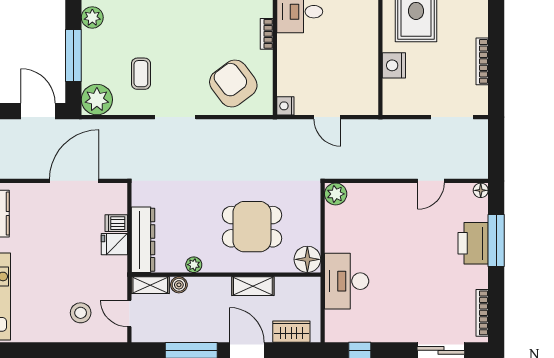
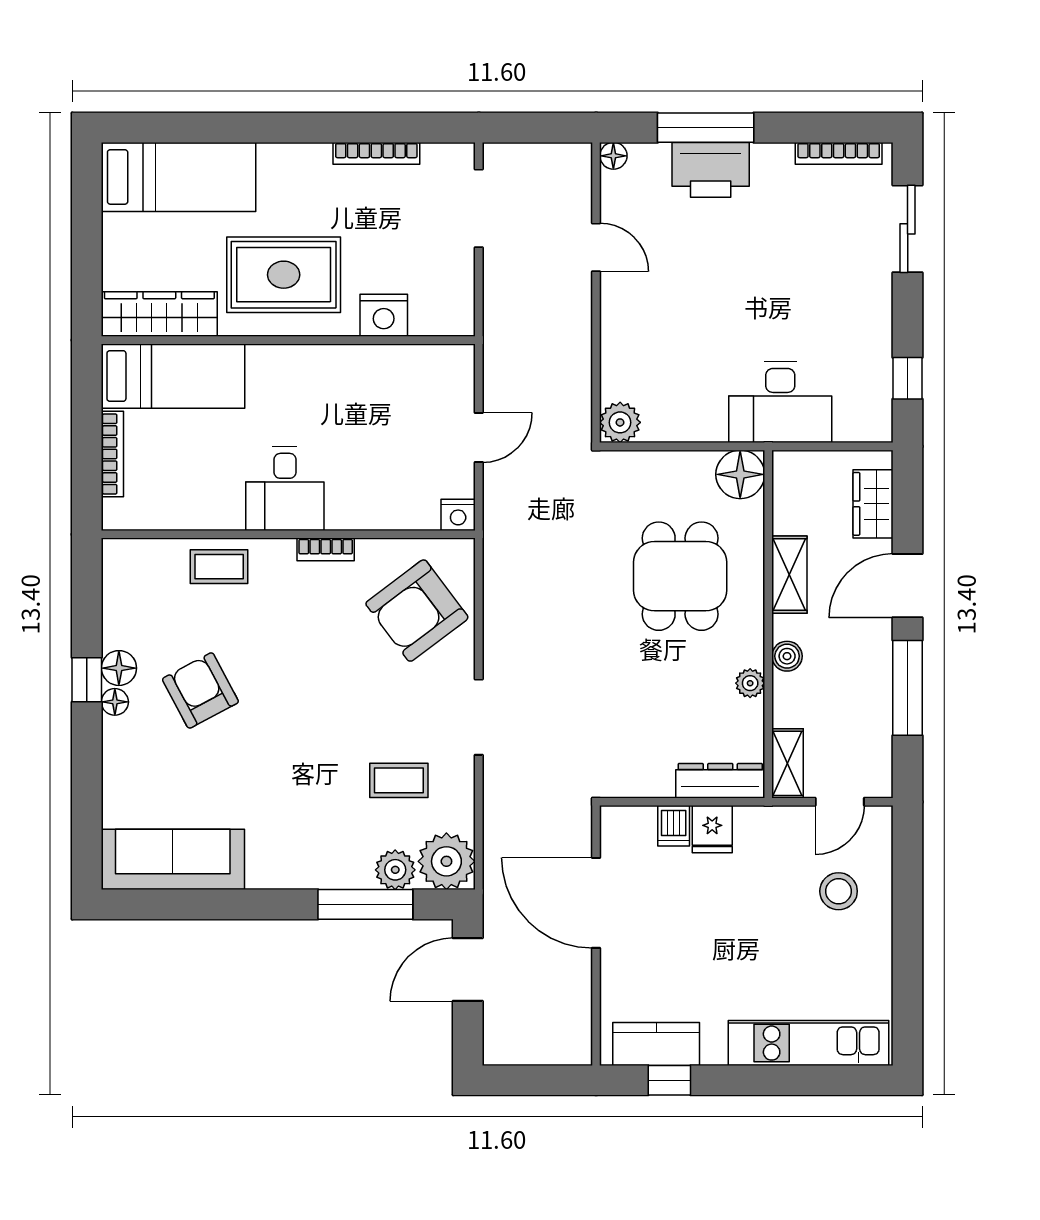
plant: (92, 17) -> (395, 870), moved
dresser: (143, 240) -> (720, 781), width x0.73, depth x0.80
boiler: (179, 285) -> (787, 656), moved

